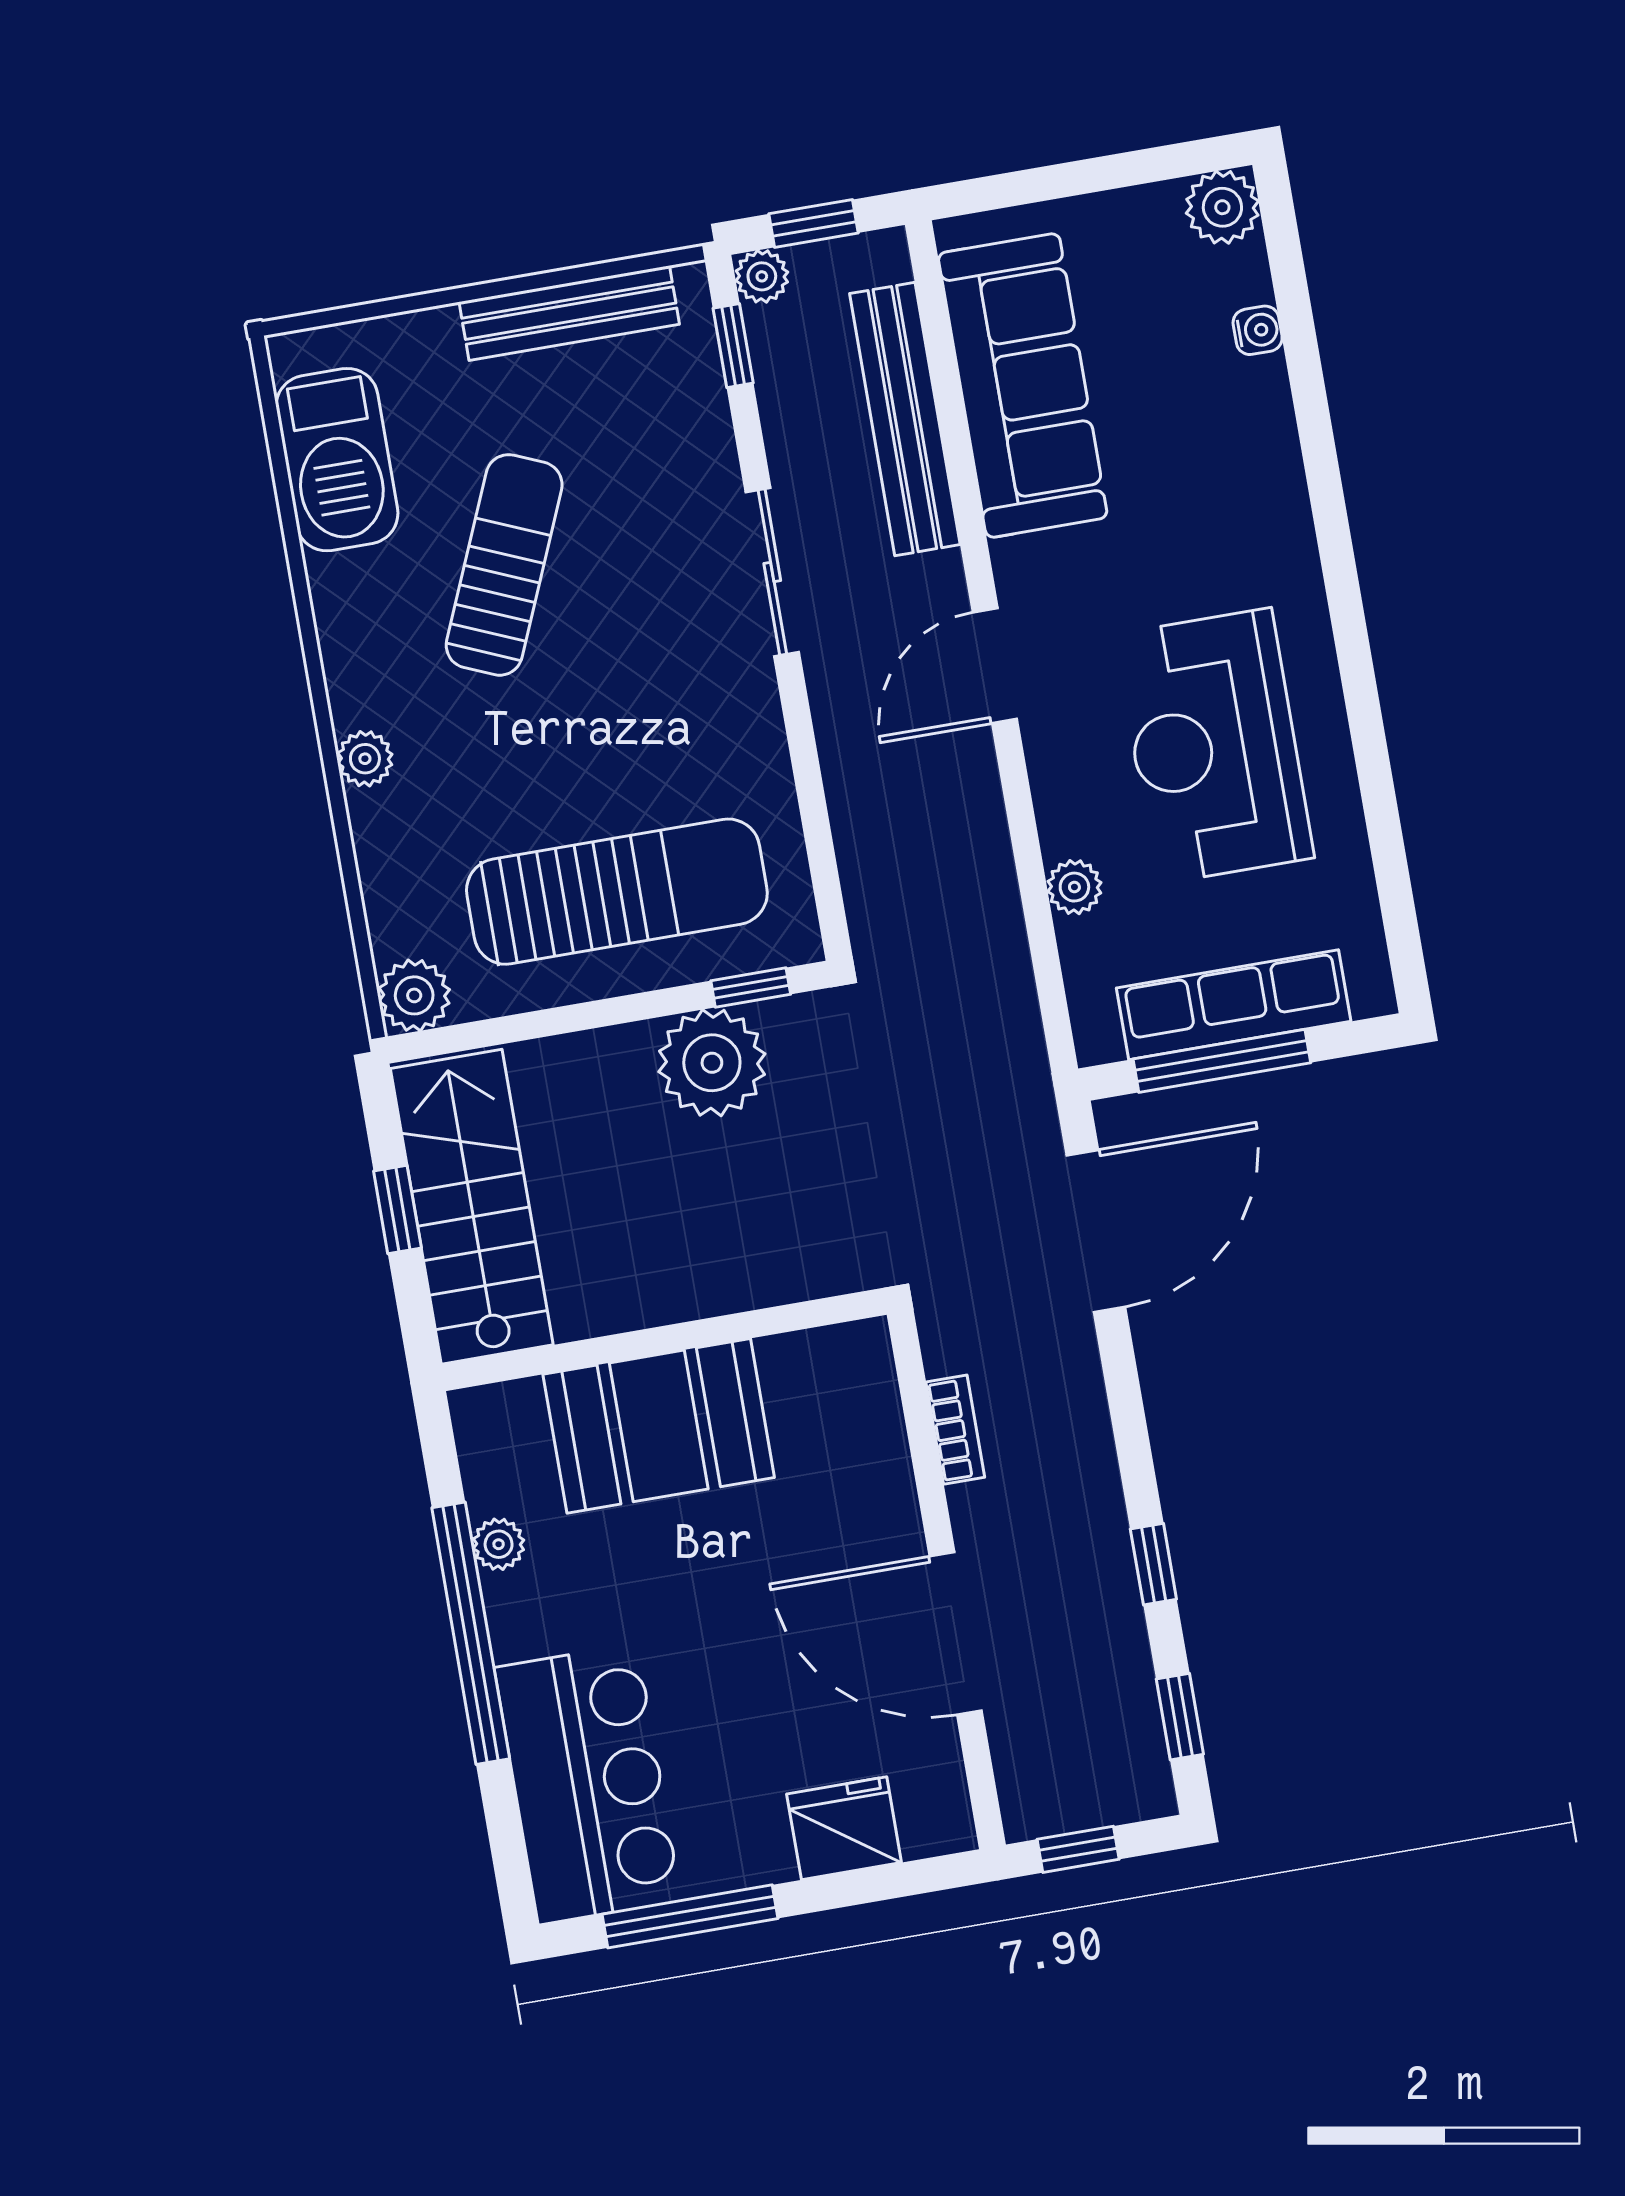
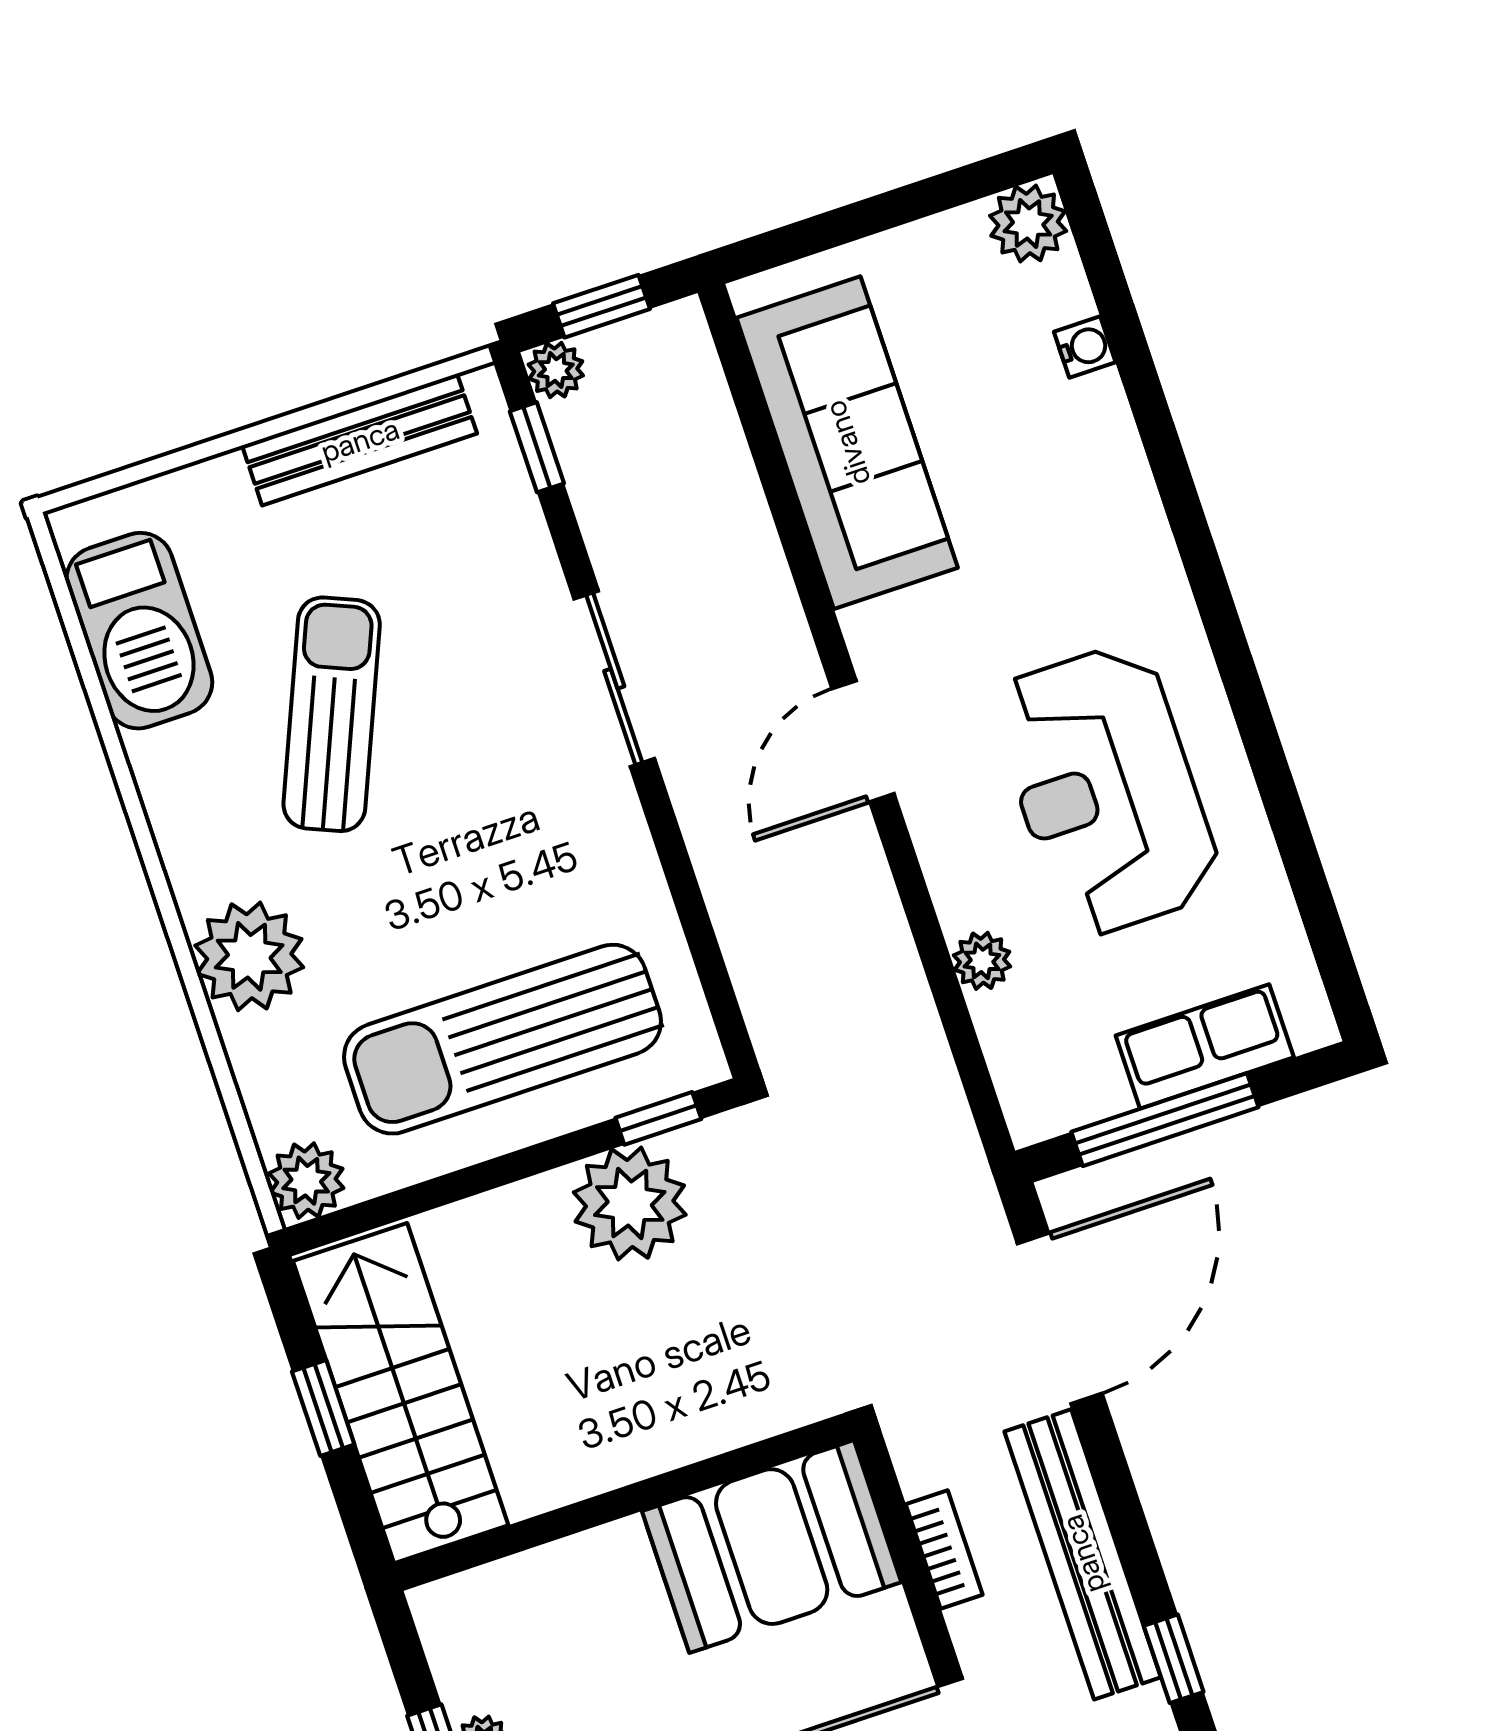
bench: (905, 419) -> (1083, 1554), moved
plant: (365, 759) -> (249, 956), width x1.87, depth x1.87
sun lounger: (617, 892) -> (502, 1039), turned 180
row of seats: (1234, 1005) -> (1205, 1046), width x0.68
booth: (659, 1426) -> (772, 1547), moved

